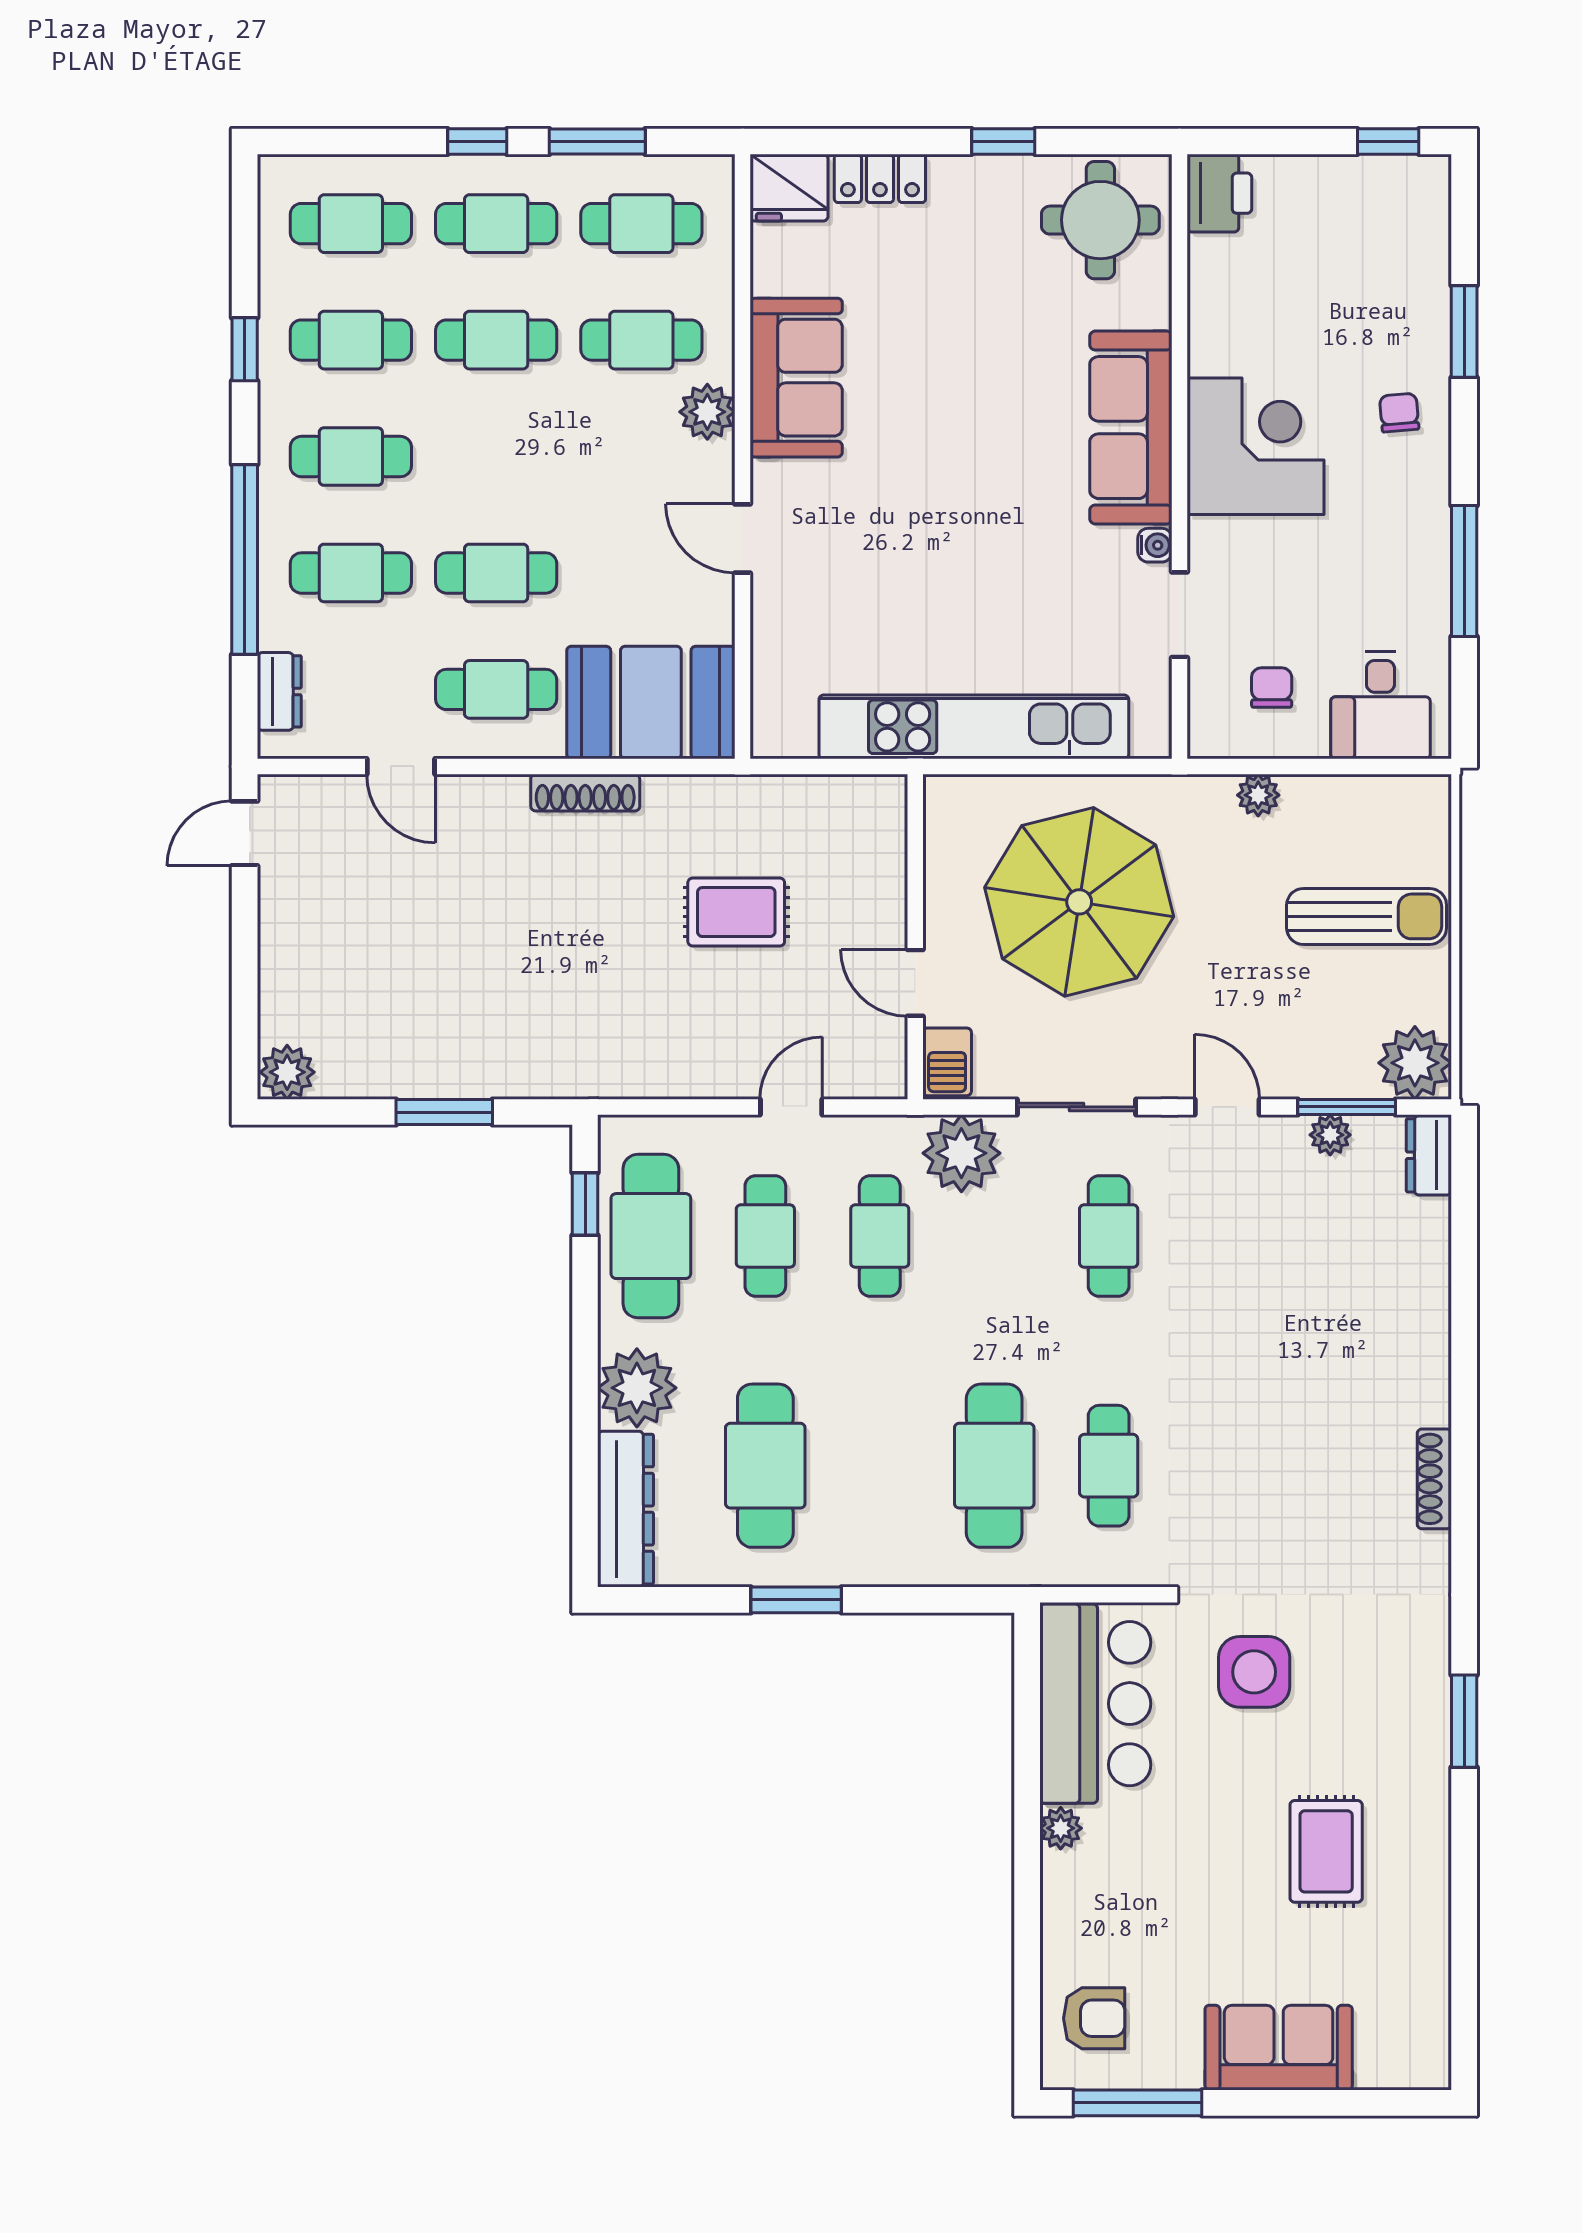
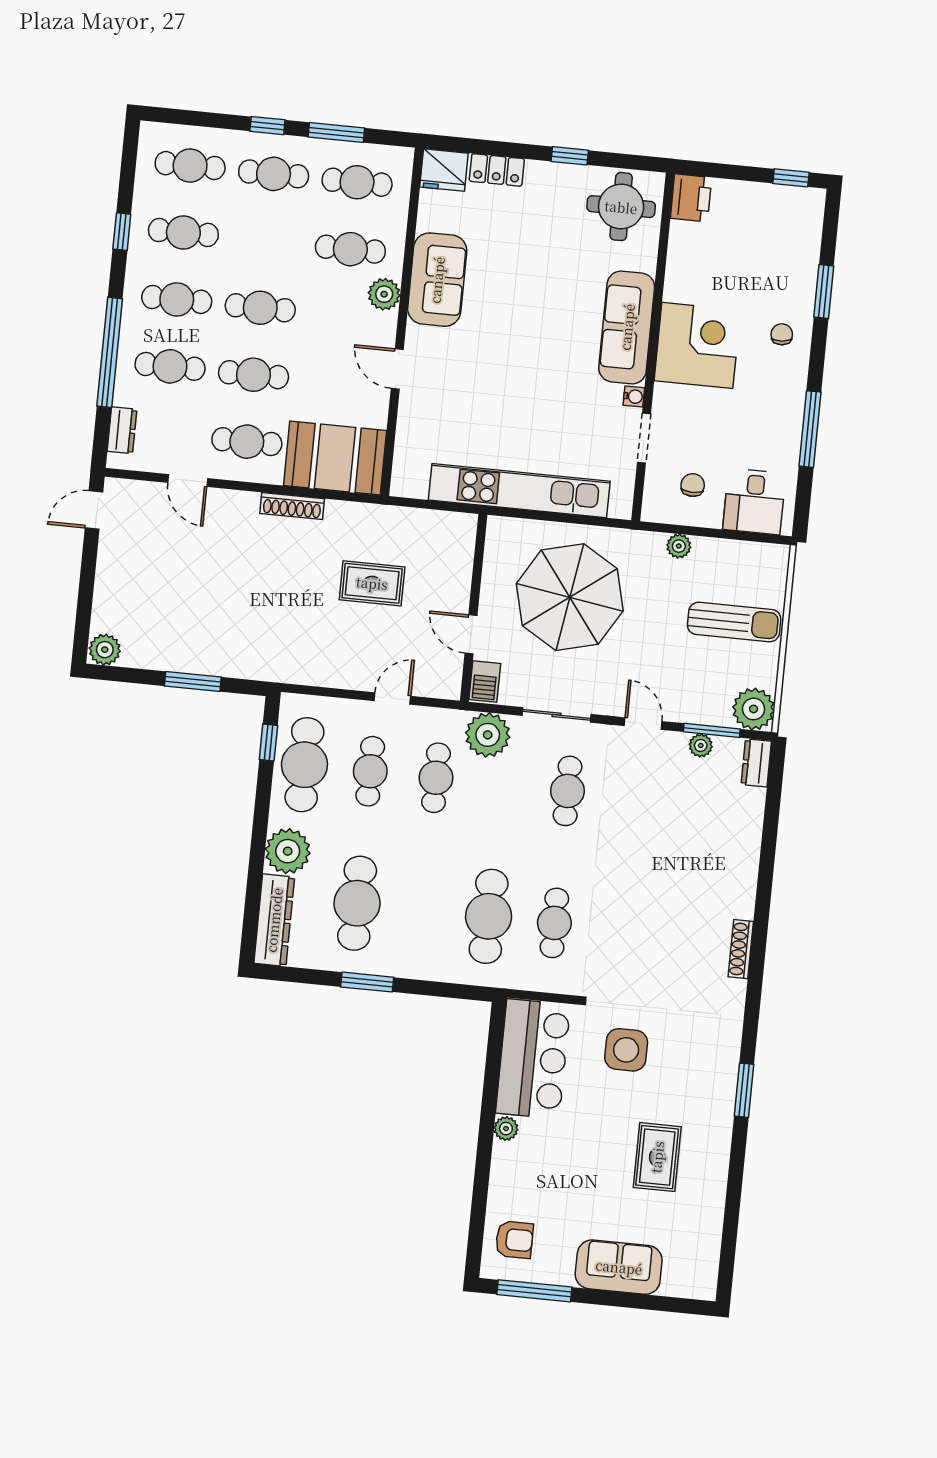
cafe table: (496, 340) -> (260, 308), moved

